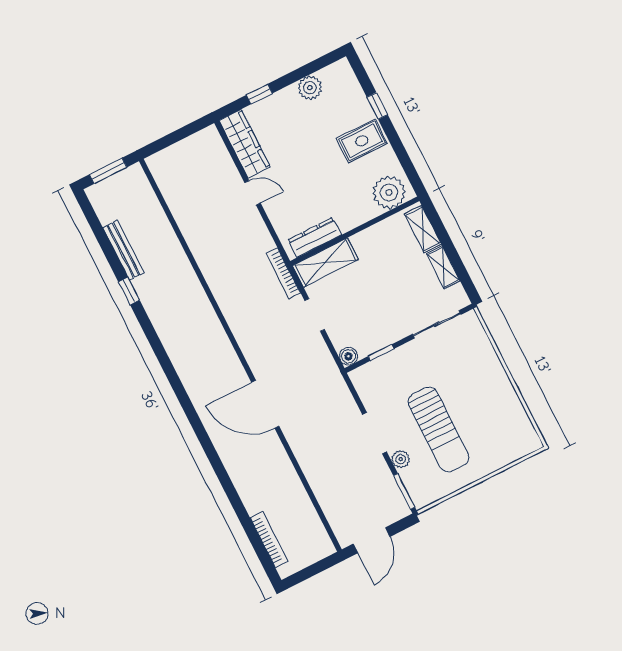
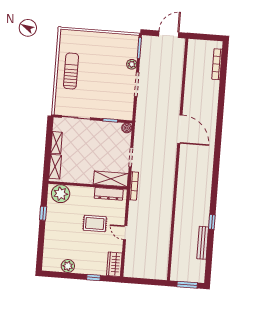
window: (377, 106) -> (43, 213), moved
rug: (362, 141) -> (95, 223), moved
wardrobe: (245, 144) -> (114, 264), width x0.67
sun lounger: (438, 430) -> (71, 71), moved, width x0.73, depth x0.75

